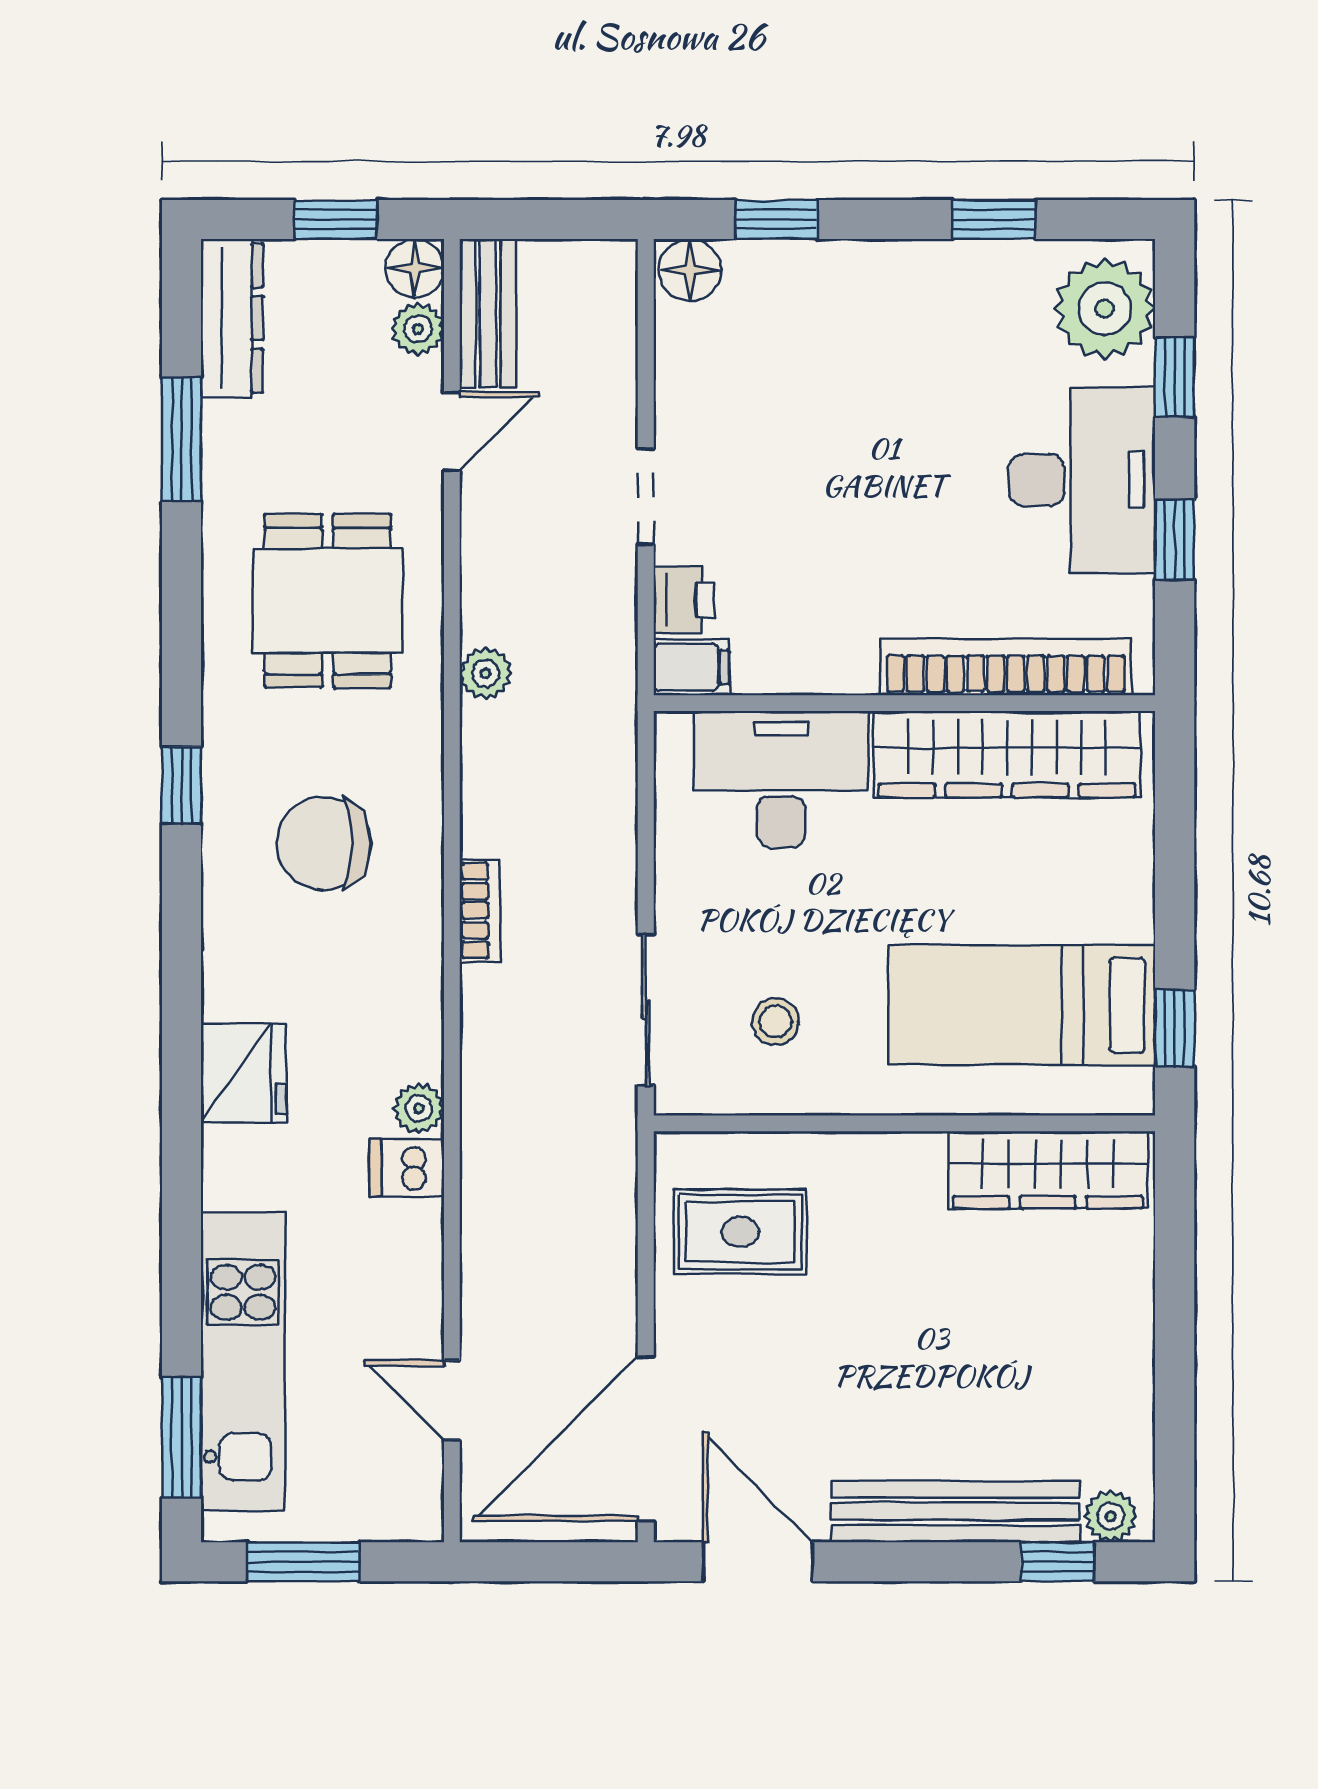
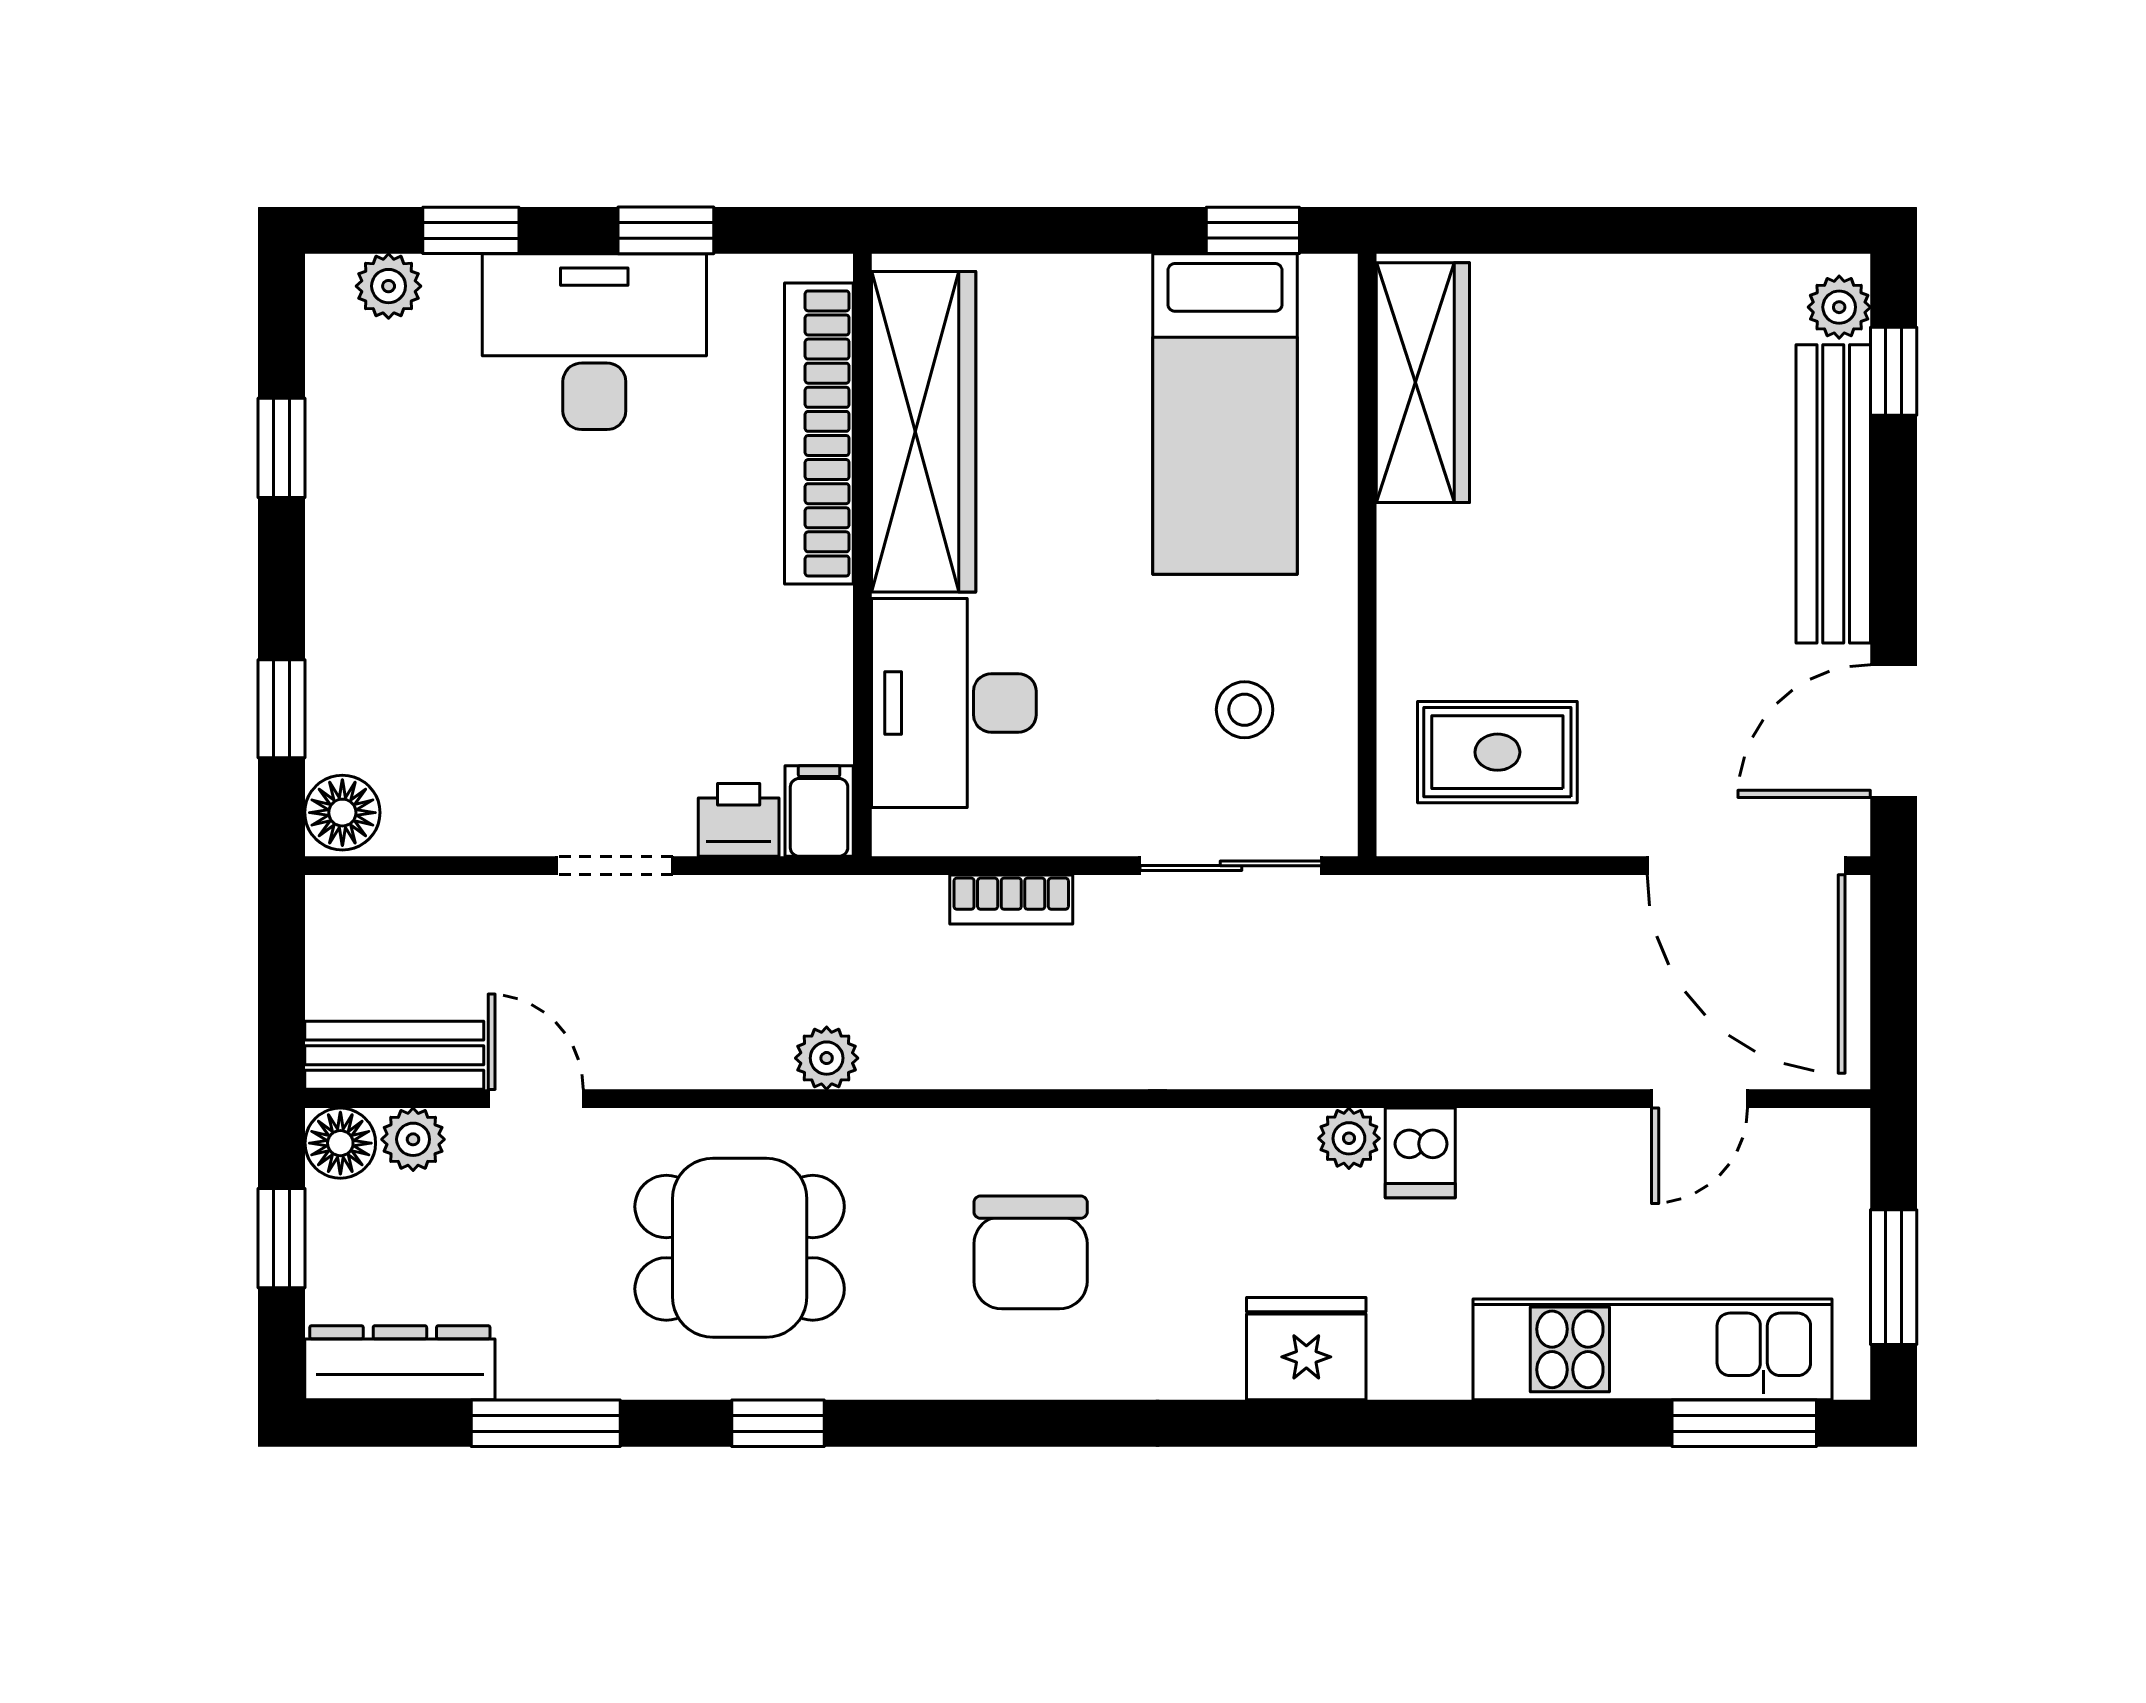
plant: (1105, 309) -> (389, 286), width x0.53, depth x0.53
window: (182, 785) -> (778, 1423), moved
bookcase: (480, 911) -> (1011, 900), moved, turned 180
rug: (740, 1232) -> (1497, 752), turned 90

